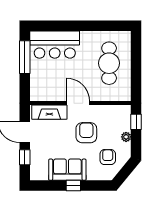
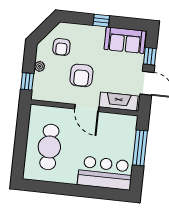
window: (25, 57) -> (140, 148), moved
sofa: (67, 170) -> (125, 40), moved

